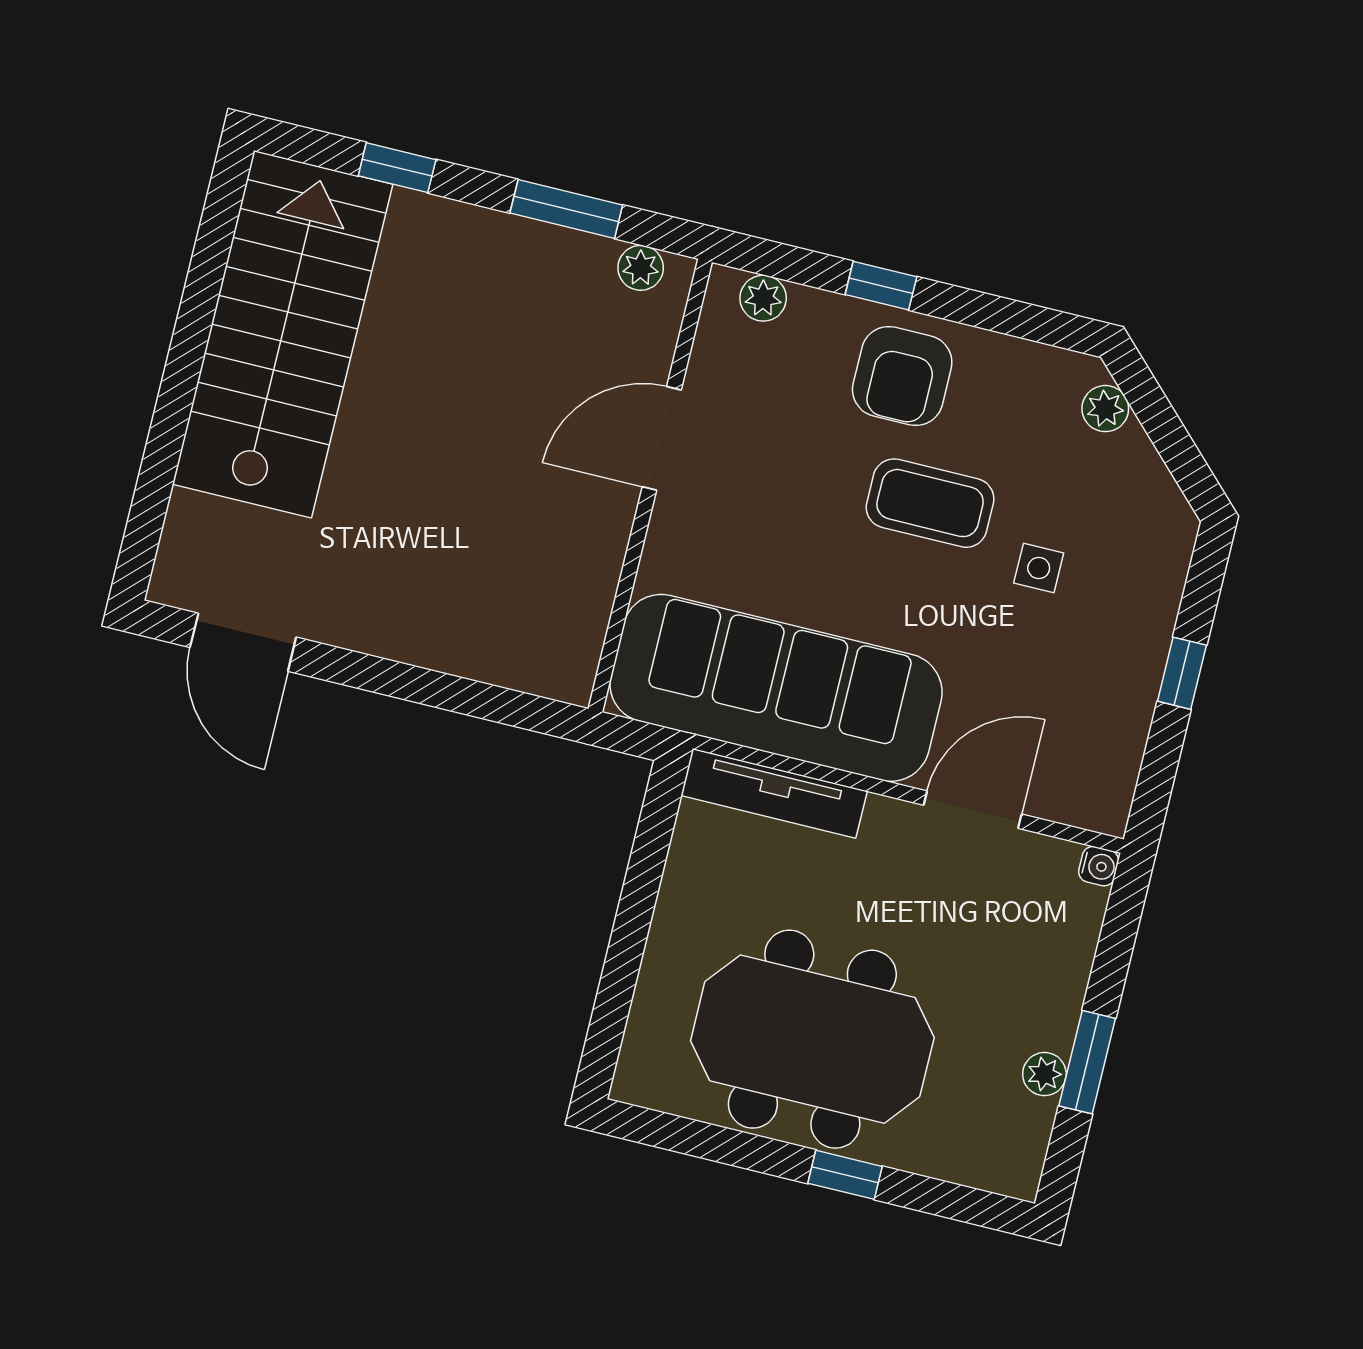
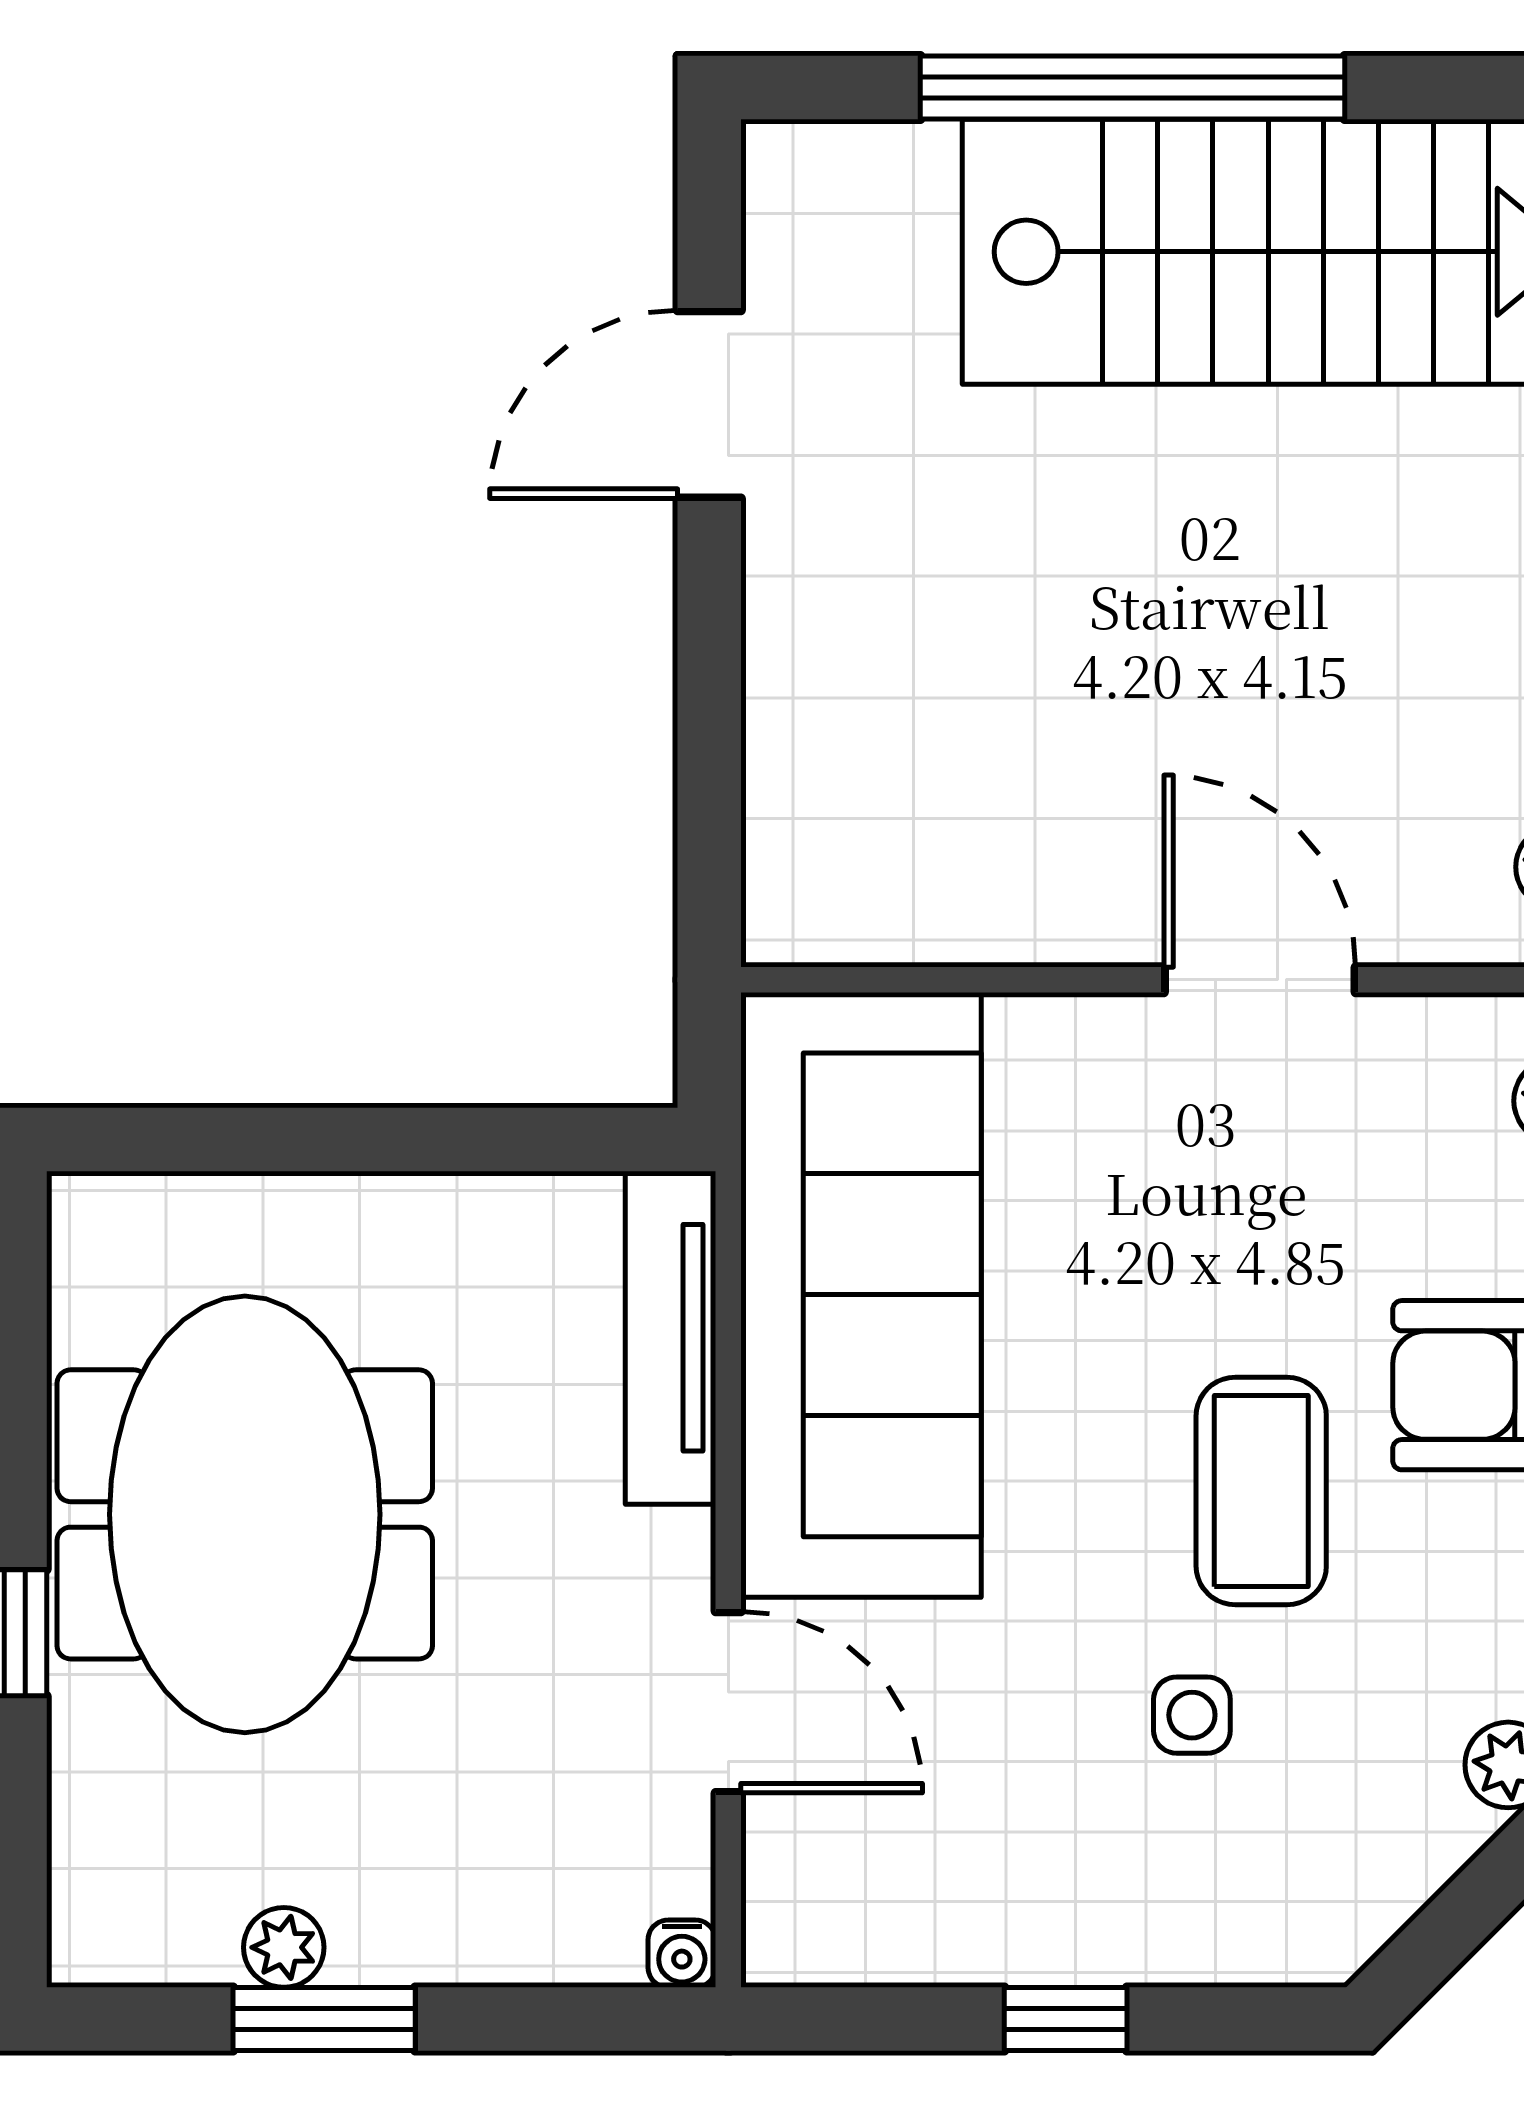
window: (177, 391) -> (1133, 88), added
door: (243, 642) -> (709, 404), moved

